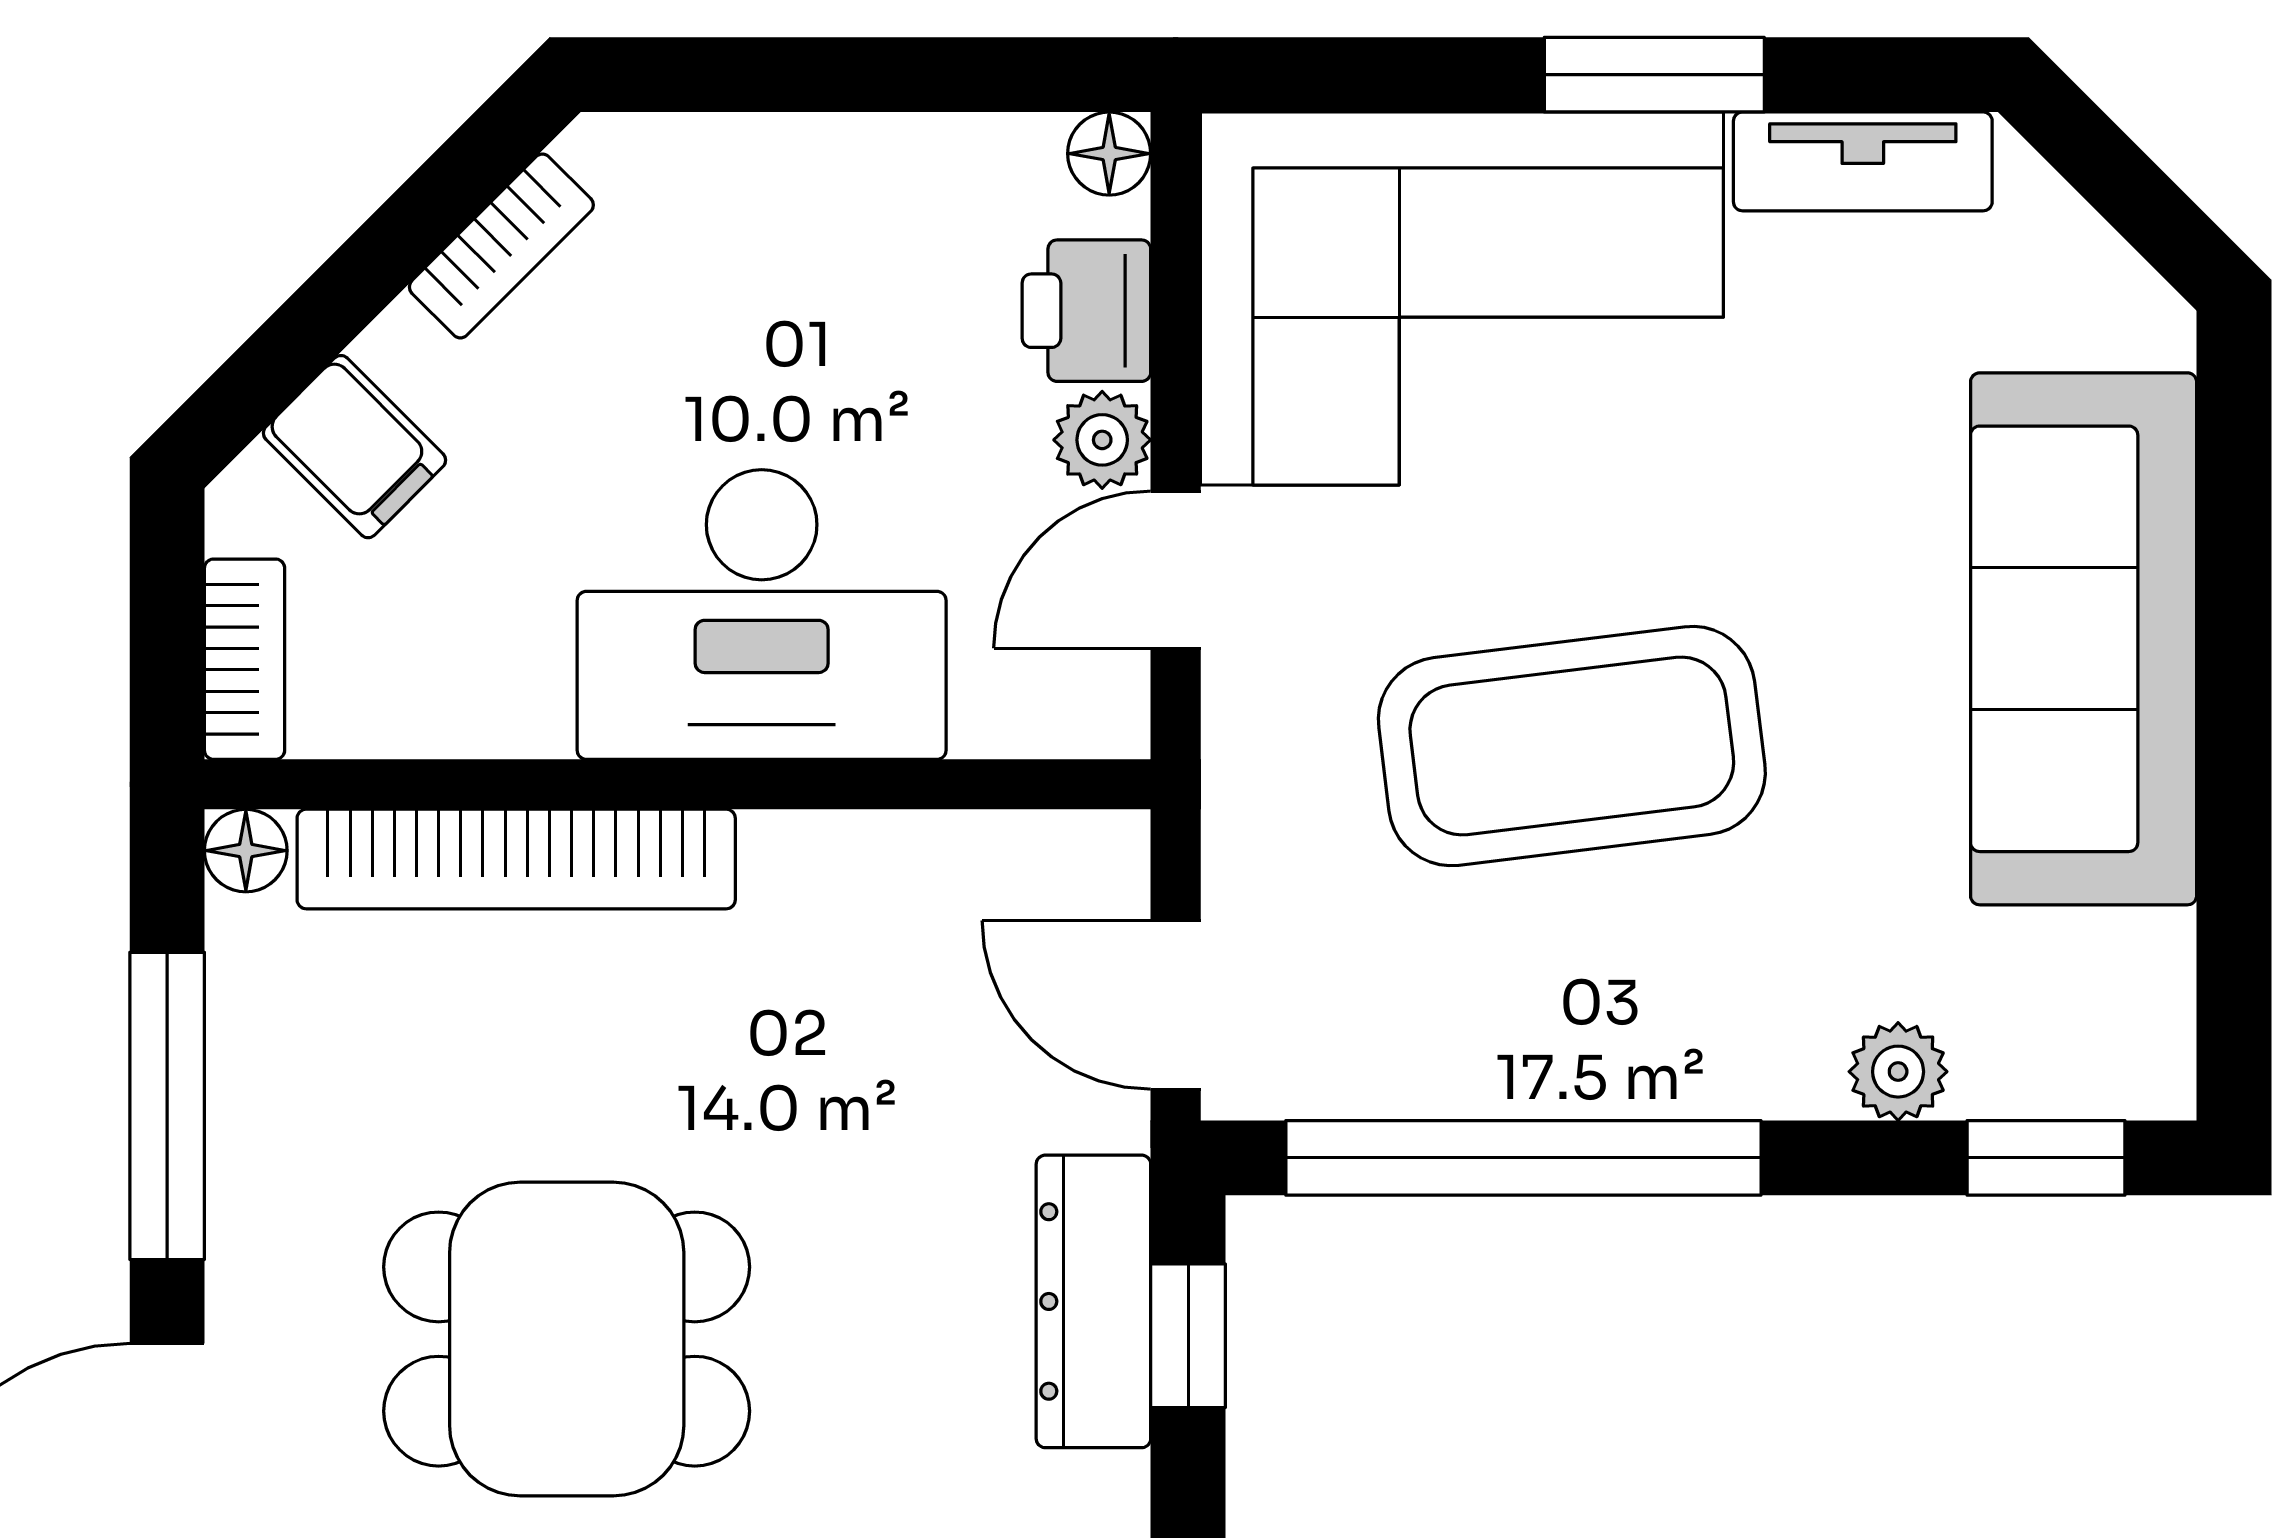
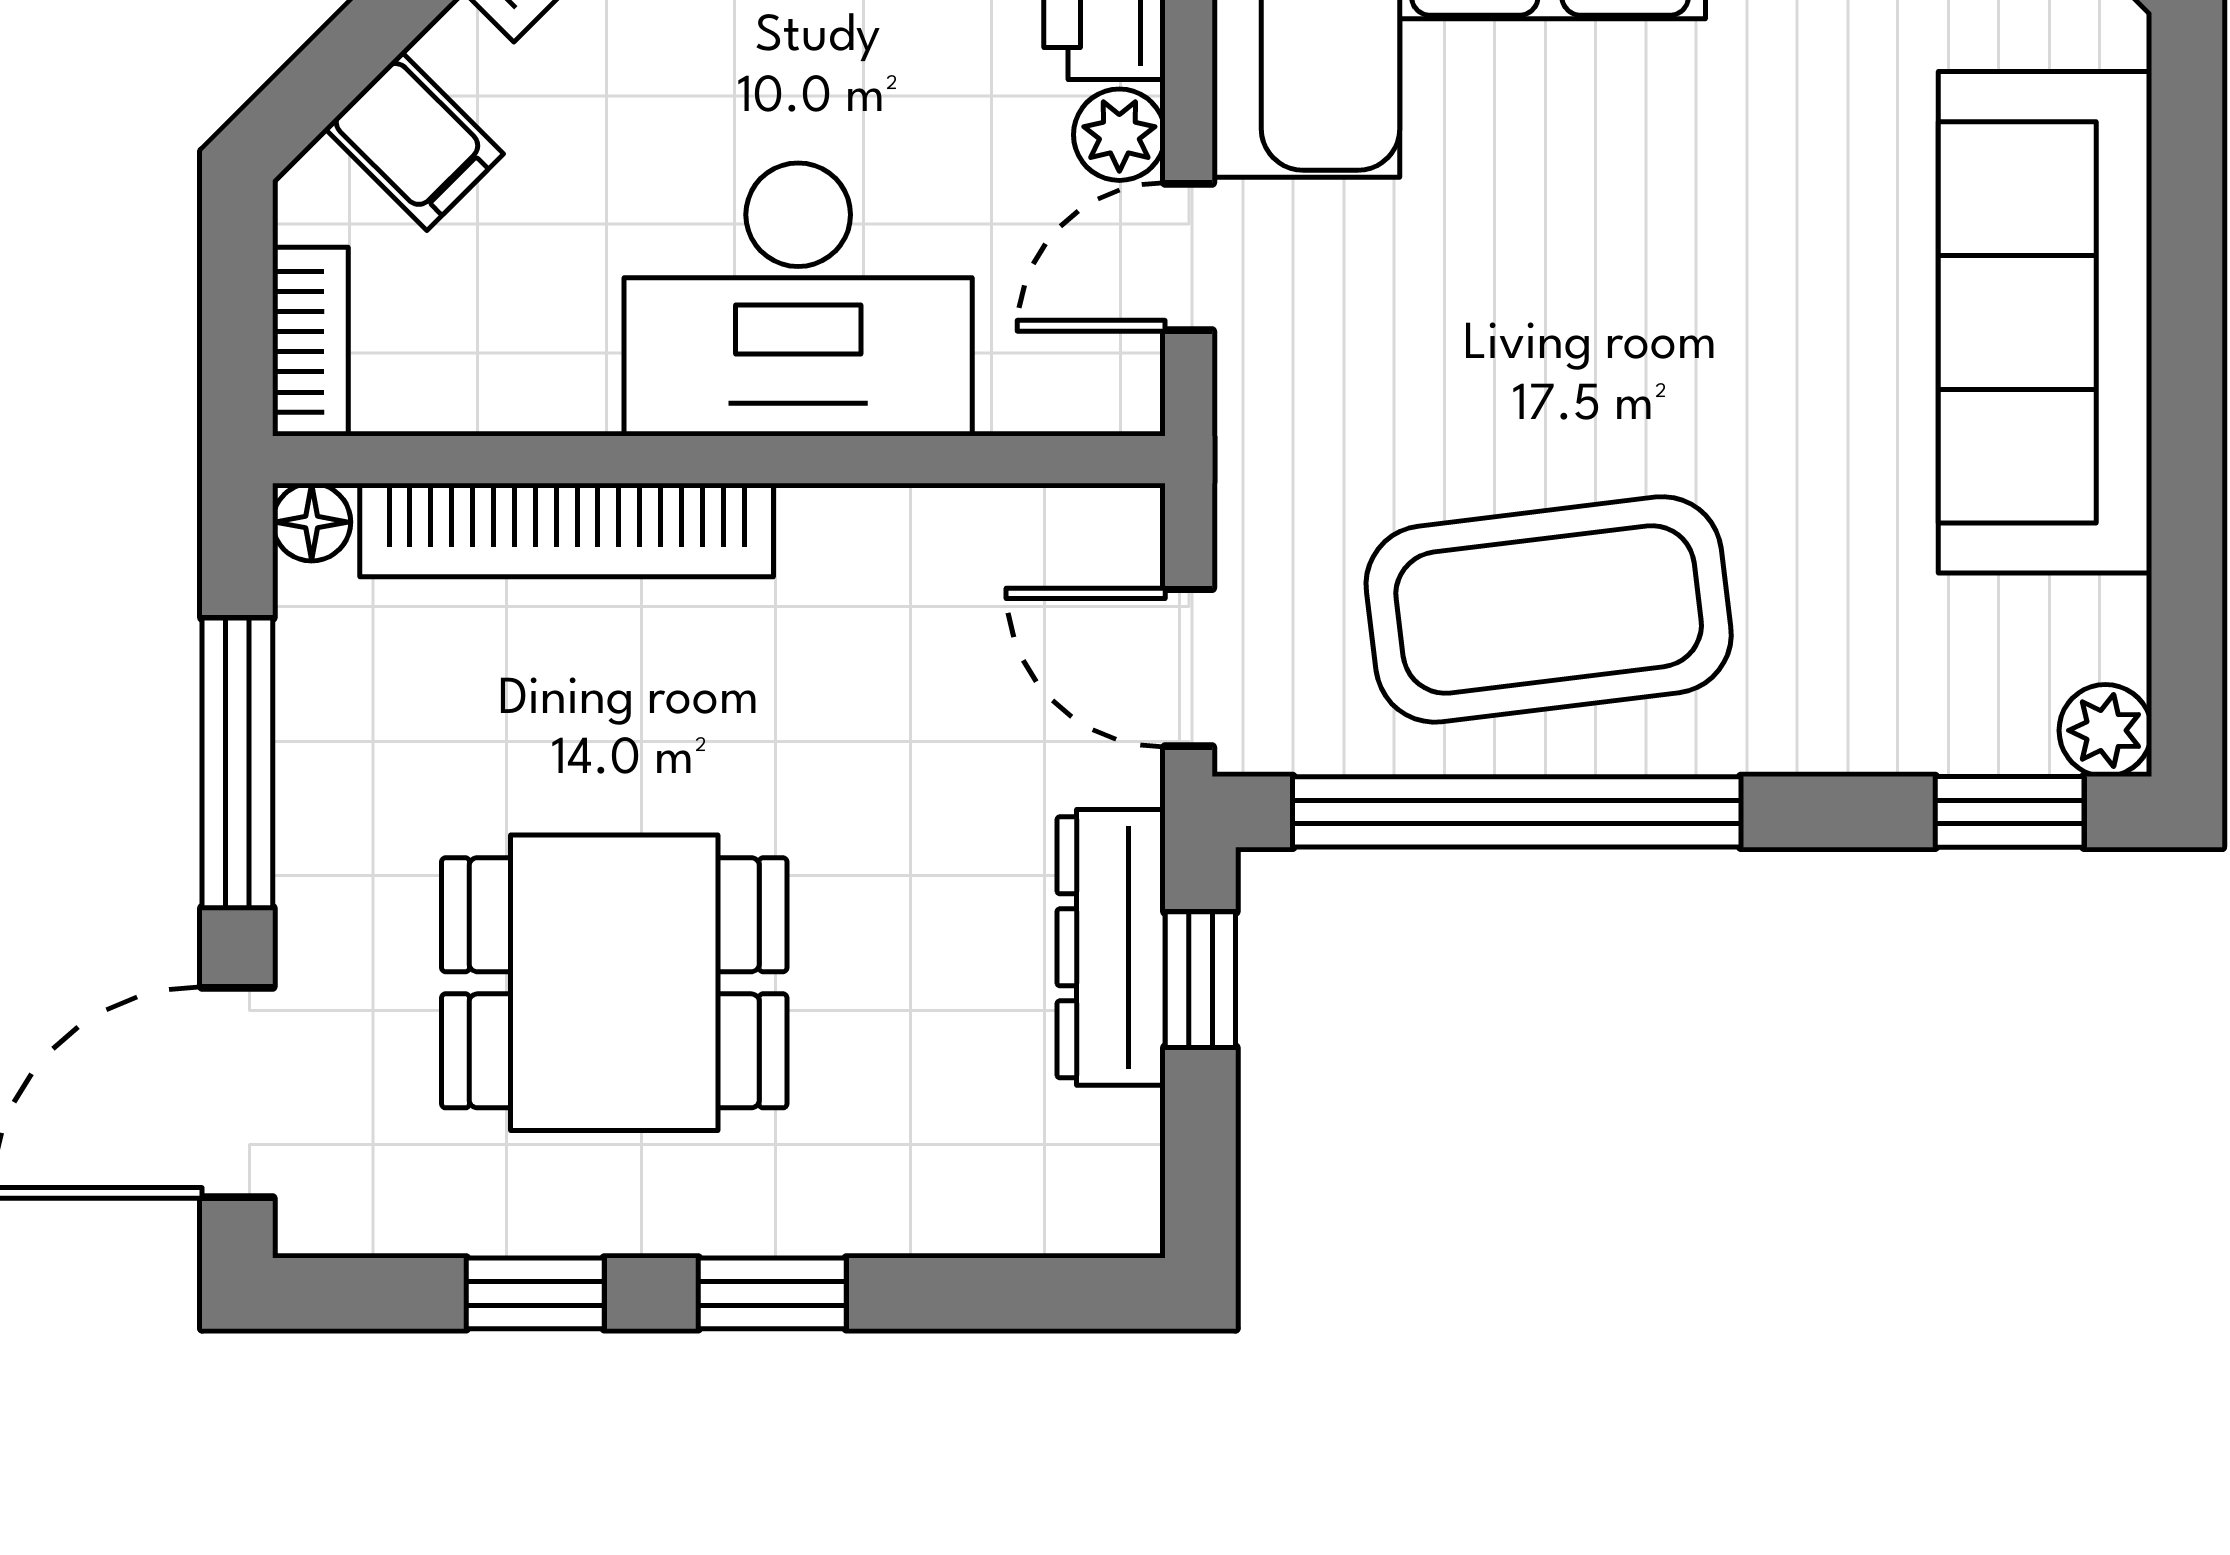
coffee table: (1572, 746) -> (1549, 609), moved
plant: (1898, 1072) -> (2105, 730), moved

